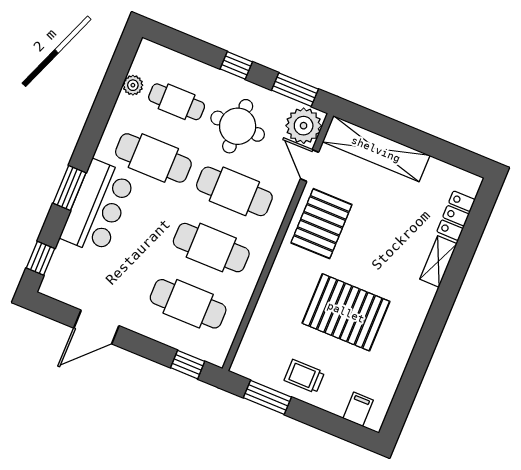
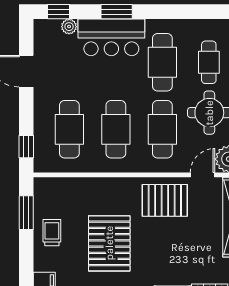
plant: (133, 85) -> (69, 27), moved

